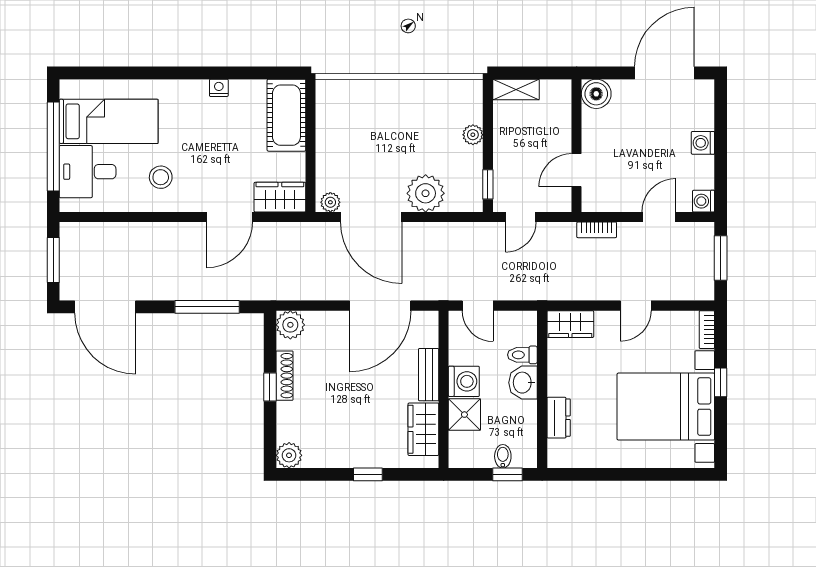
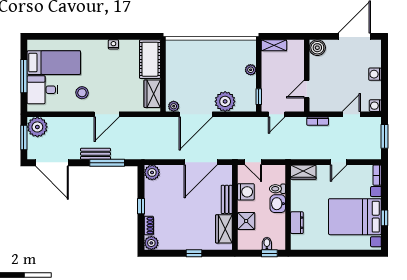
window: (53, 146) -> (24, 76), width x0.68
wardrobe: (280, 197) -> (152, 94), moved, turned -90
door: (229, 217) -> (107, 114), moved
door: (371, 217) -> (196, 114), hinge flipped
plant: (78, 241) -> (37, 127), added
bench: (186, 290) -> (95, 154), added
shoe rack: (285, 376) -> (149, 226), moved, width x0.70
washing machine: (464, 381) -> (246, 192), moved
window: (721, 382) -> (385, 218), moved

